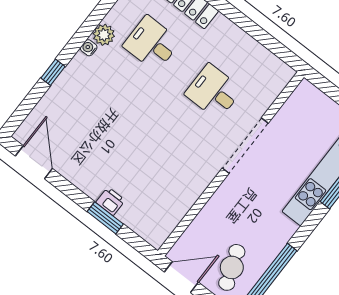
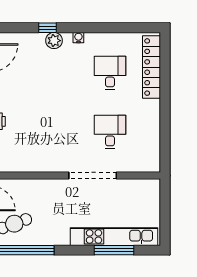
plant: (104, 35) -> (54, 41), moved

